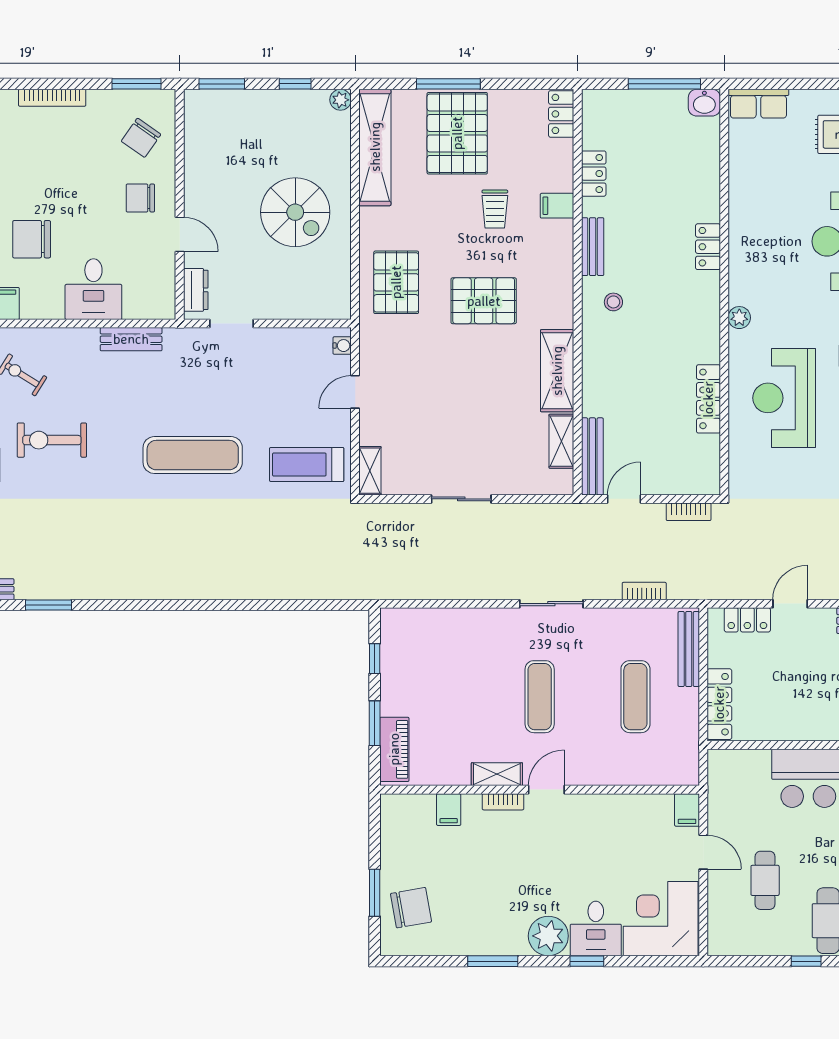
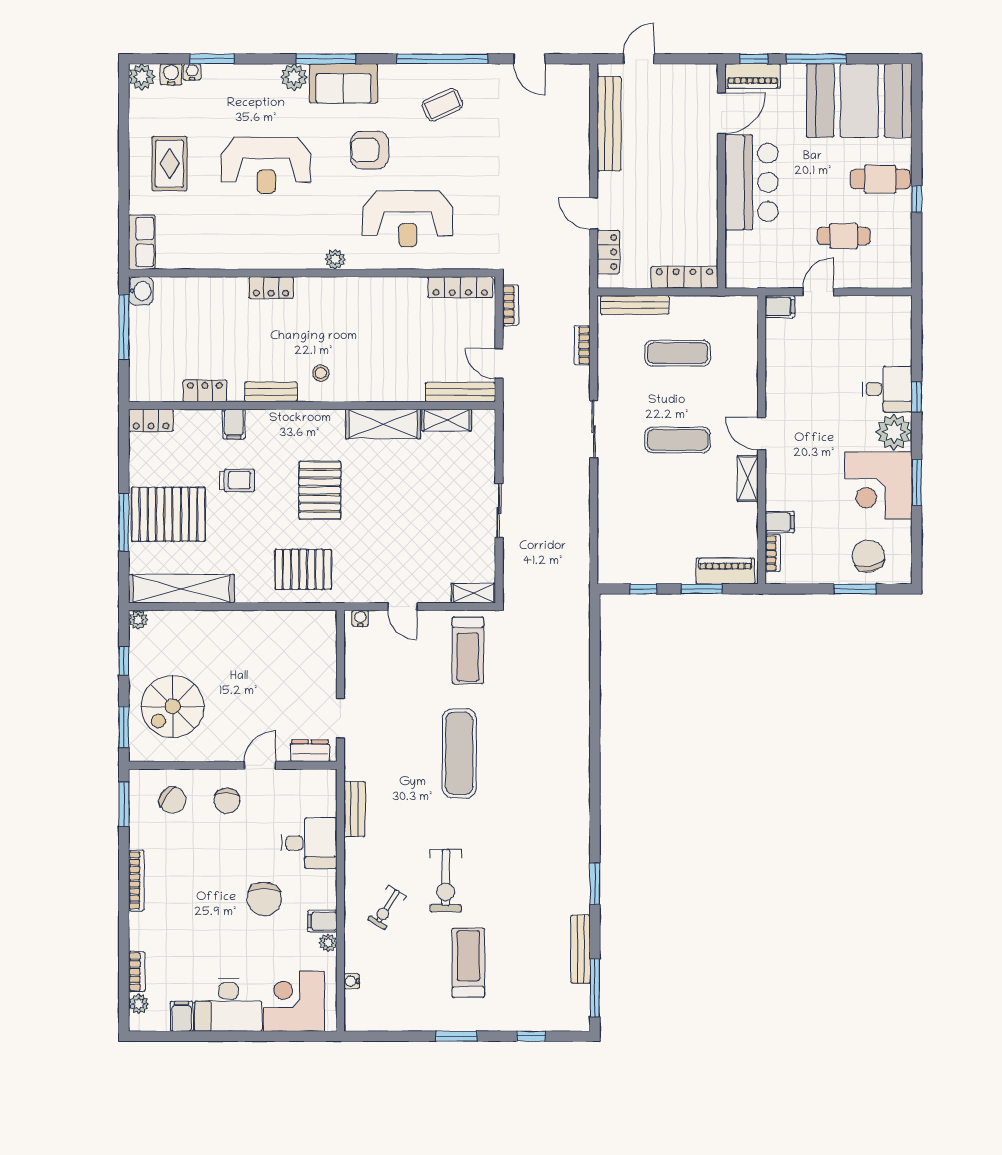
spiral stairs: (295, 212) -> (173, 707), moved, turned 180
locker: (708, 399) -> (460, 287), moved
bookcase: (503, 802) -> (773, 553), moved
corner desk: (661, 919) -> (878, 485), moved

